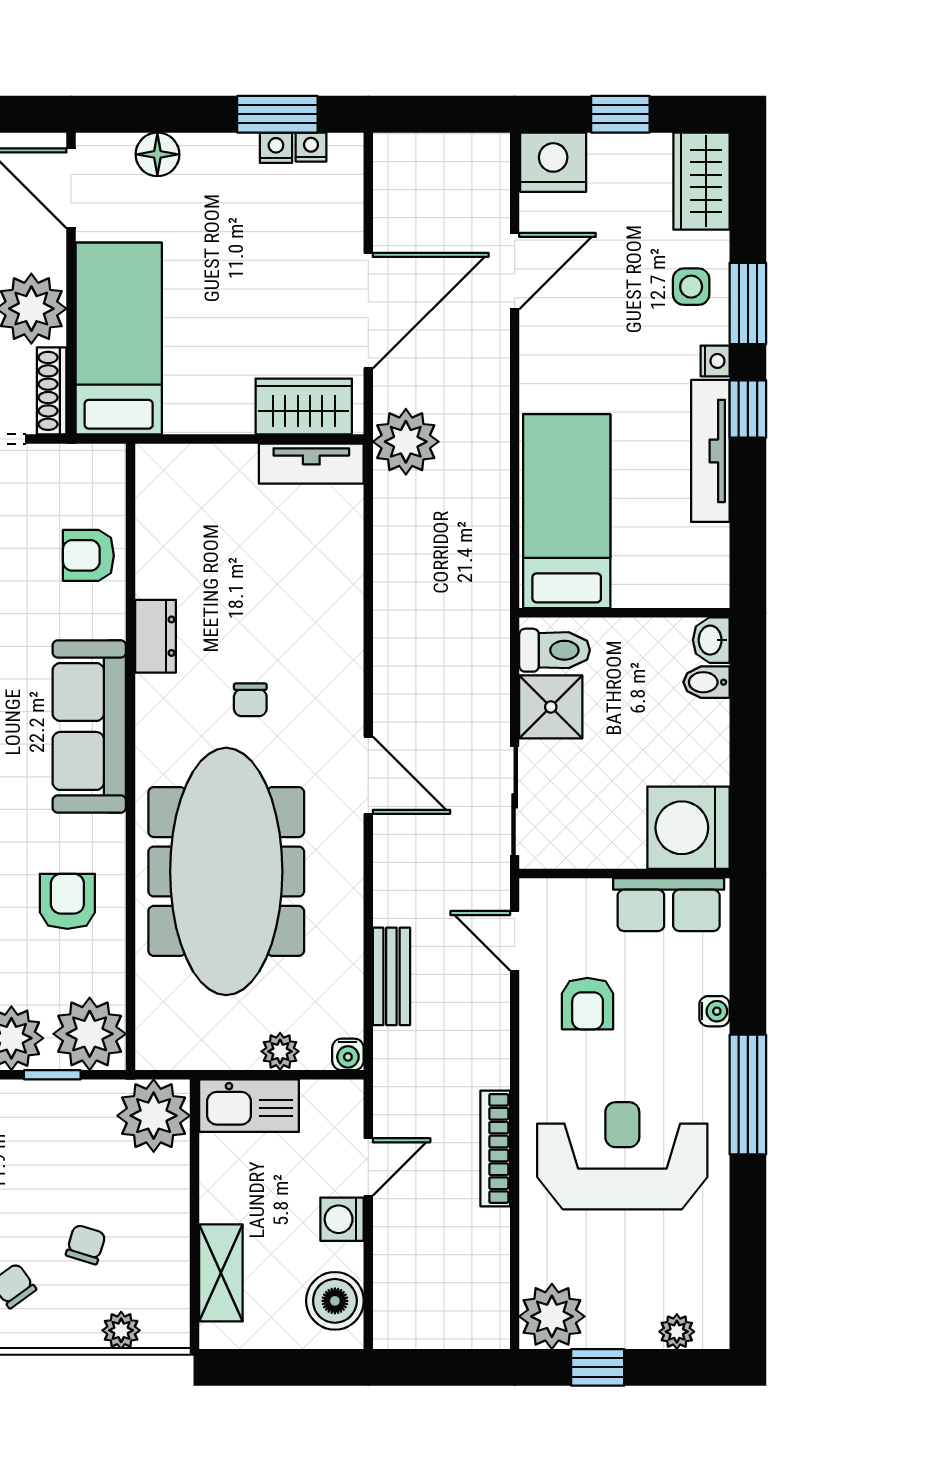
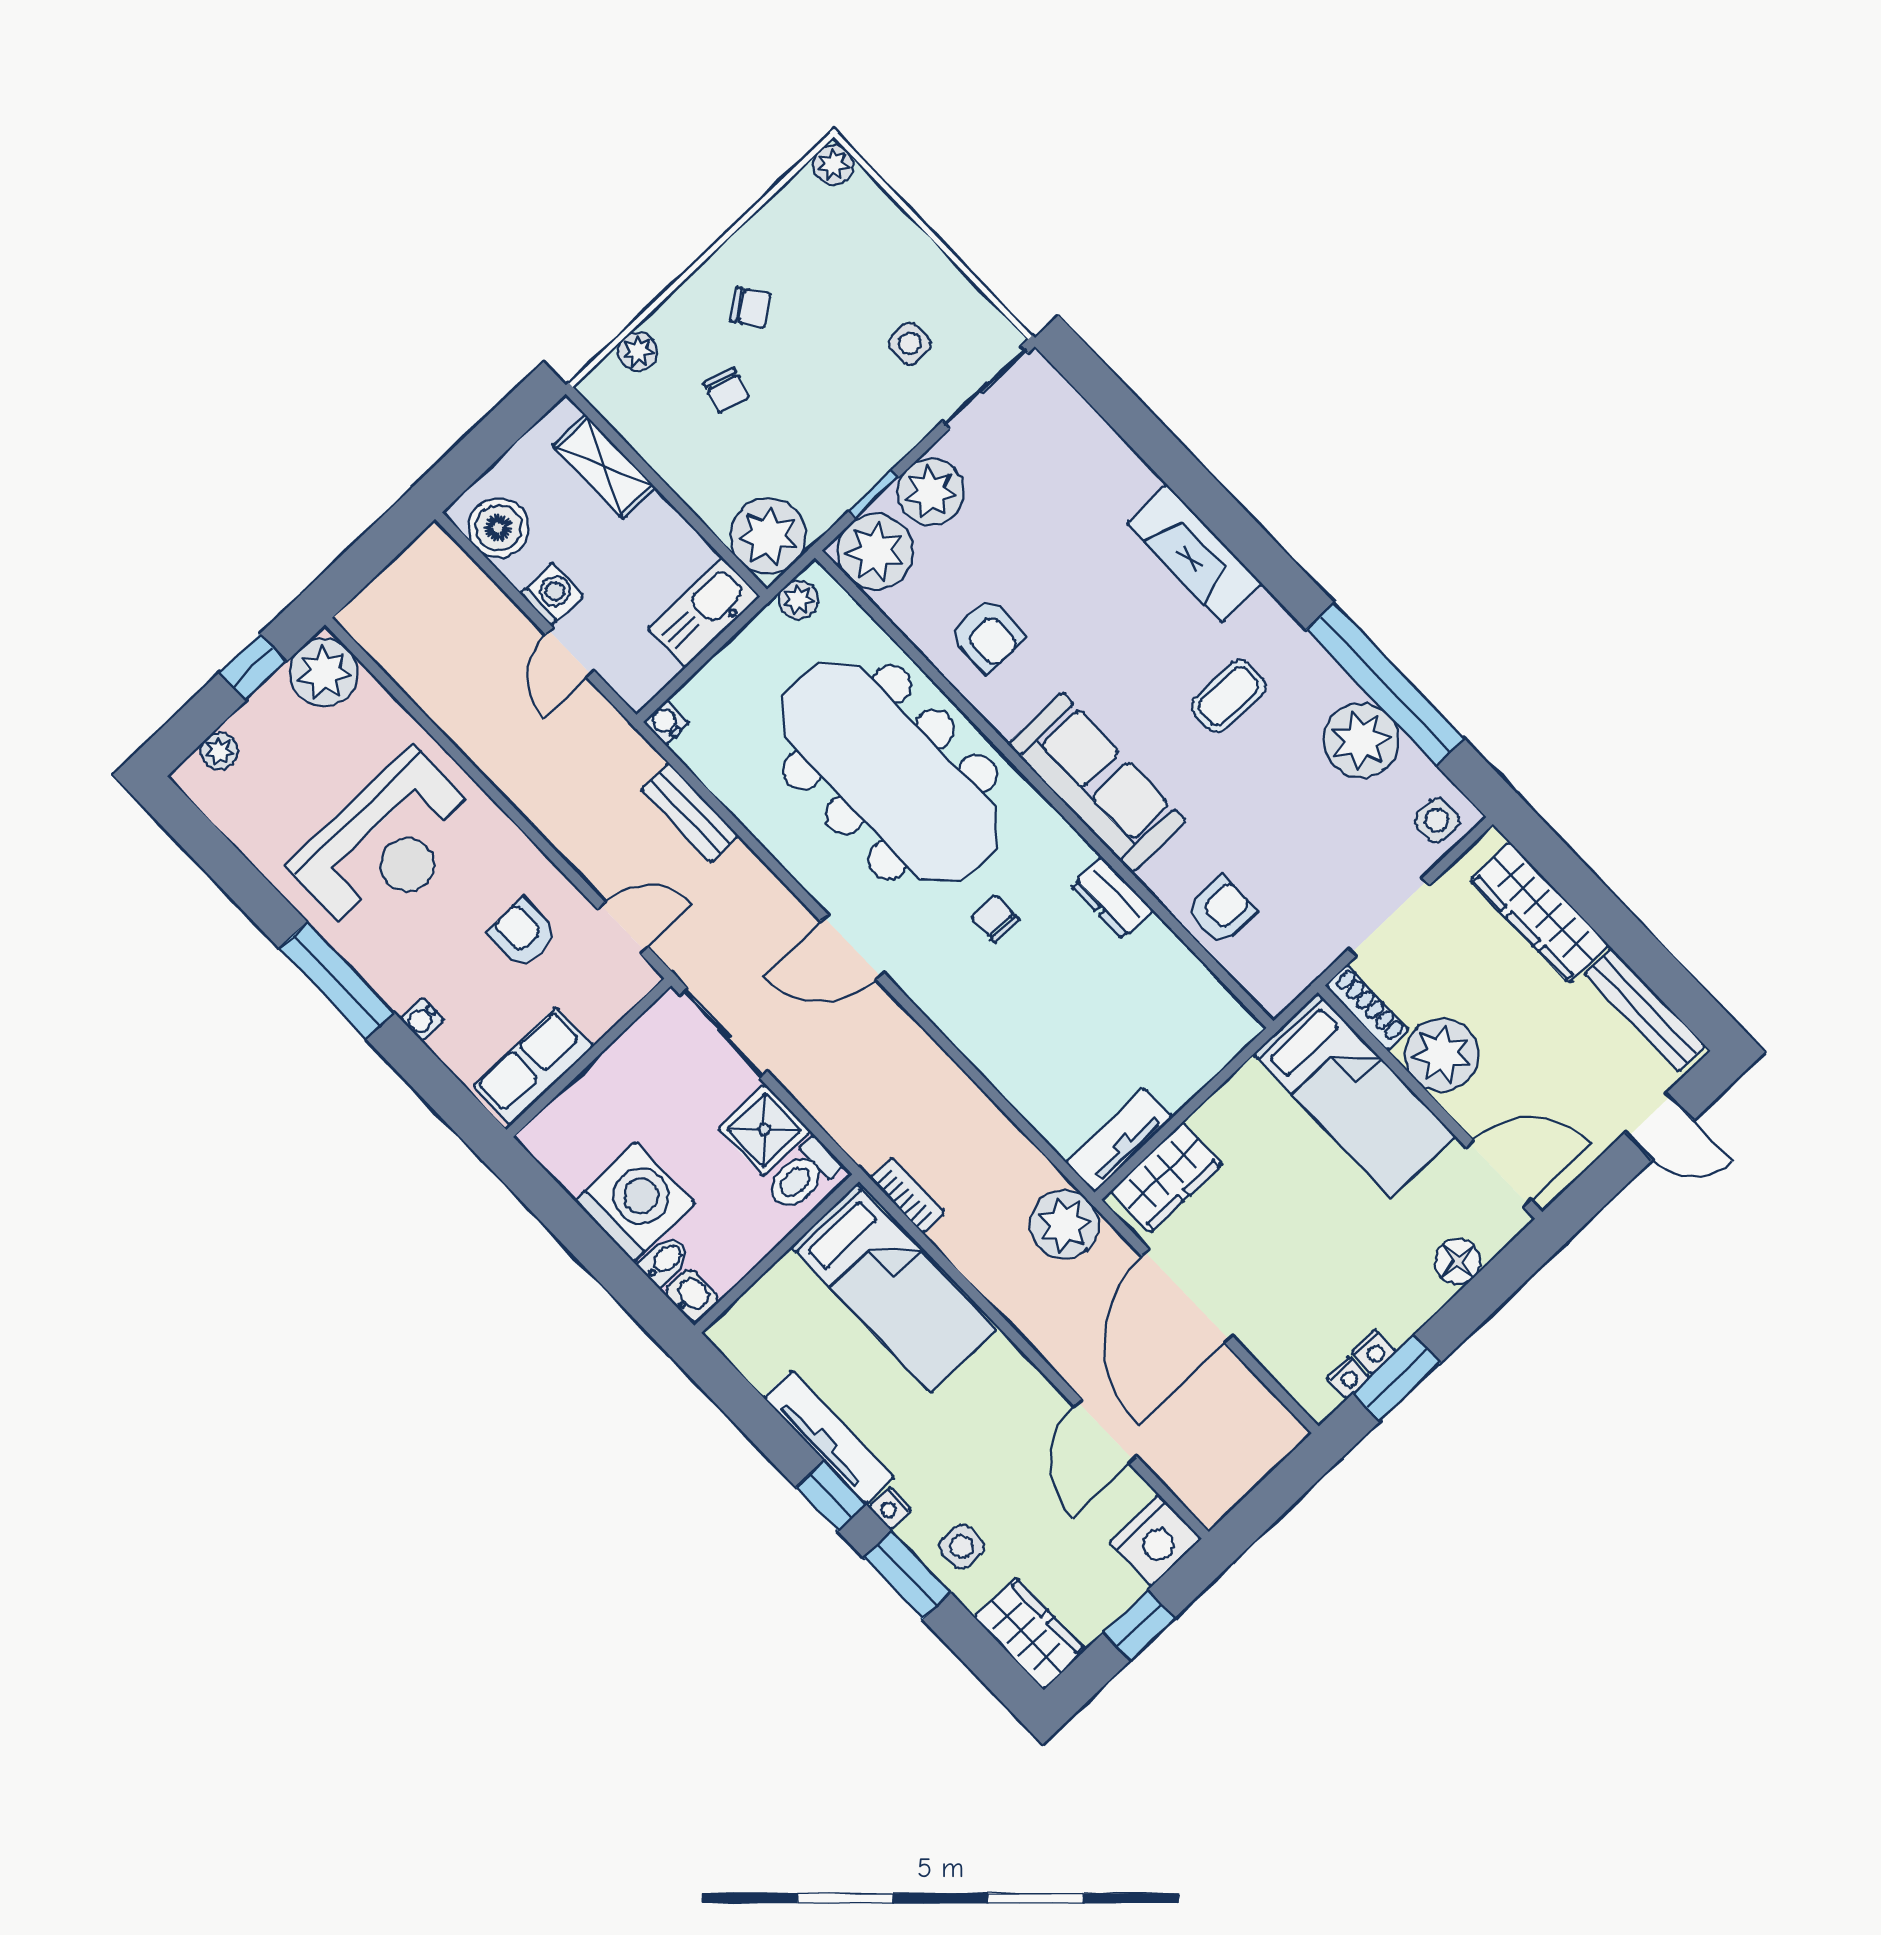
washing machine: (688, 828) -> (635, 1202), moved
plant: (280, 1051) -> (799, 600), moved
bookcase: (495, 1148) -> (907, 1195), moved, width x0.64

